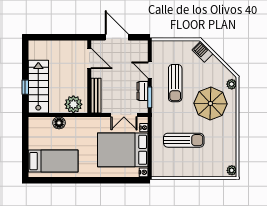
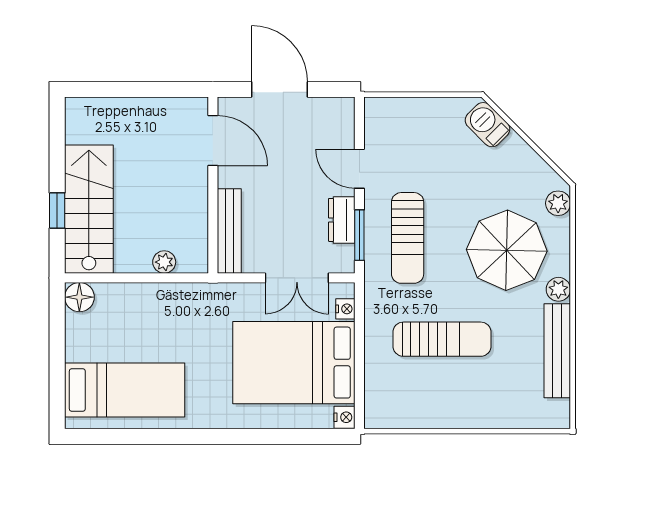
sun lounger: (175, 83) -> (408, 238), moved
plant: (73, 104) -> (164, 262), width x0.53, depth x0.53
floor lamp: (59, 123) -> (79, 297), moved
bench: (231, 145) -> (557, 351), added
plant: (232, 170) -> (558, 289), moved

